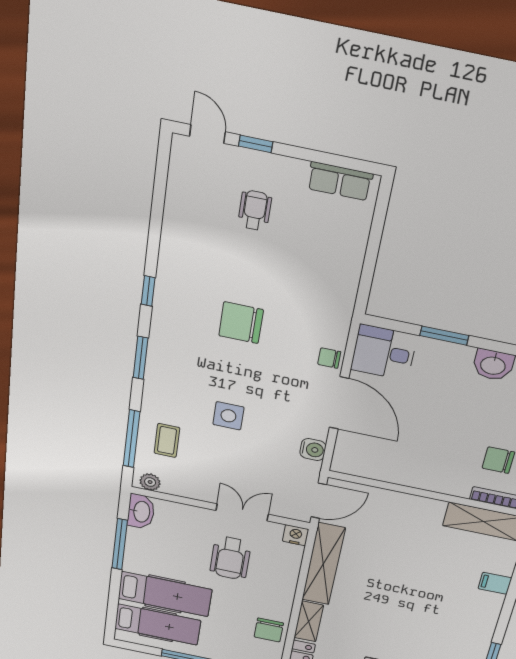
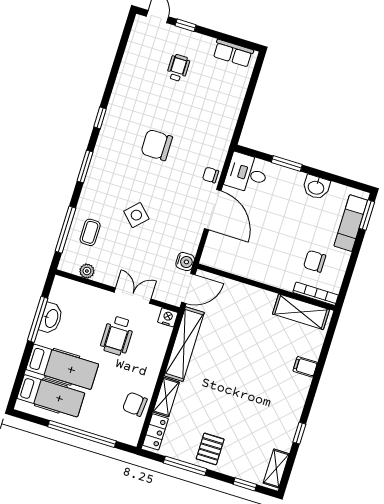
side table: (228, 416) -> (136, 215), turned 45
water cooler: (313, 450) -> (185, 262), moved
plant: (150, 482) -> (87, 271), moved
washbasin: (141, 512) -> (51, 318), moved
chair: (269, 630) -> (135, 404), turned 95

